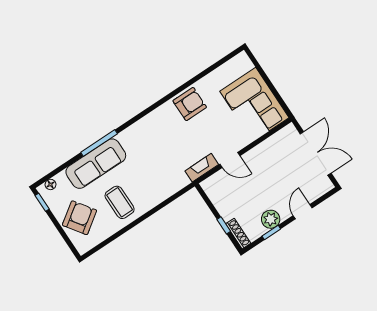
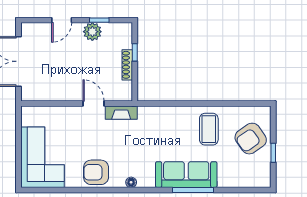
corner sofa: (254, 104) -> (42, 157), moved
sofa: (96, 164) -> (186, 175), moved
floor lamp: (51, 184) -> (131, 182), moved
window: (42, 202) -> (273, 153), moved
shoe rack: (238, 234) -> (127, 65), moved

